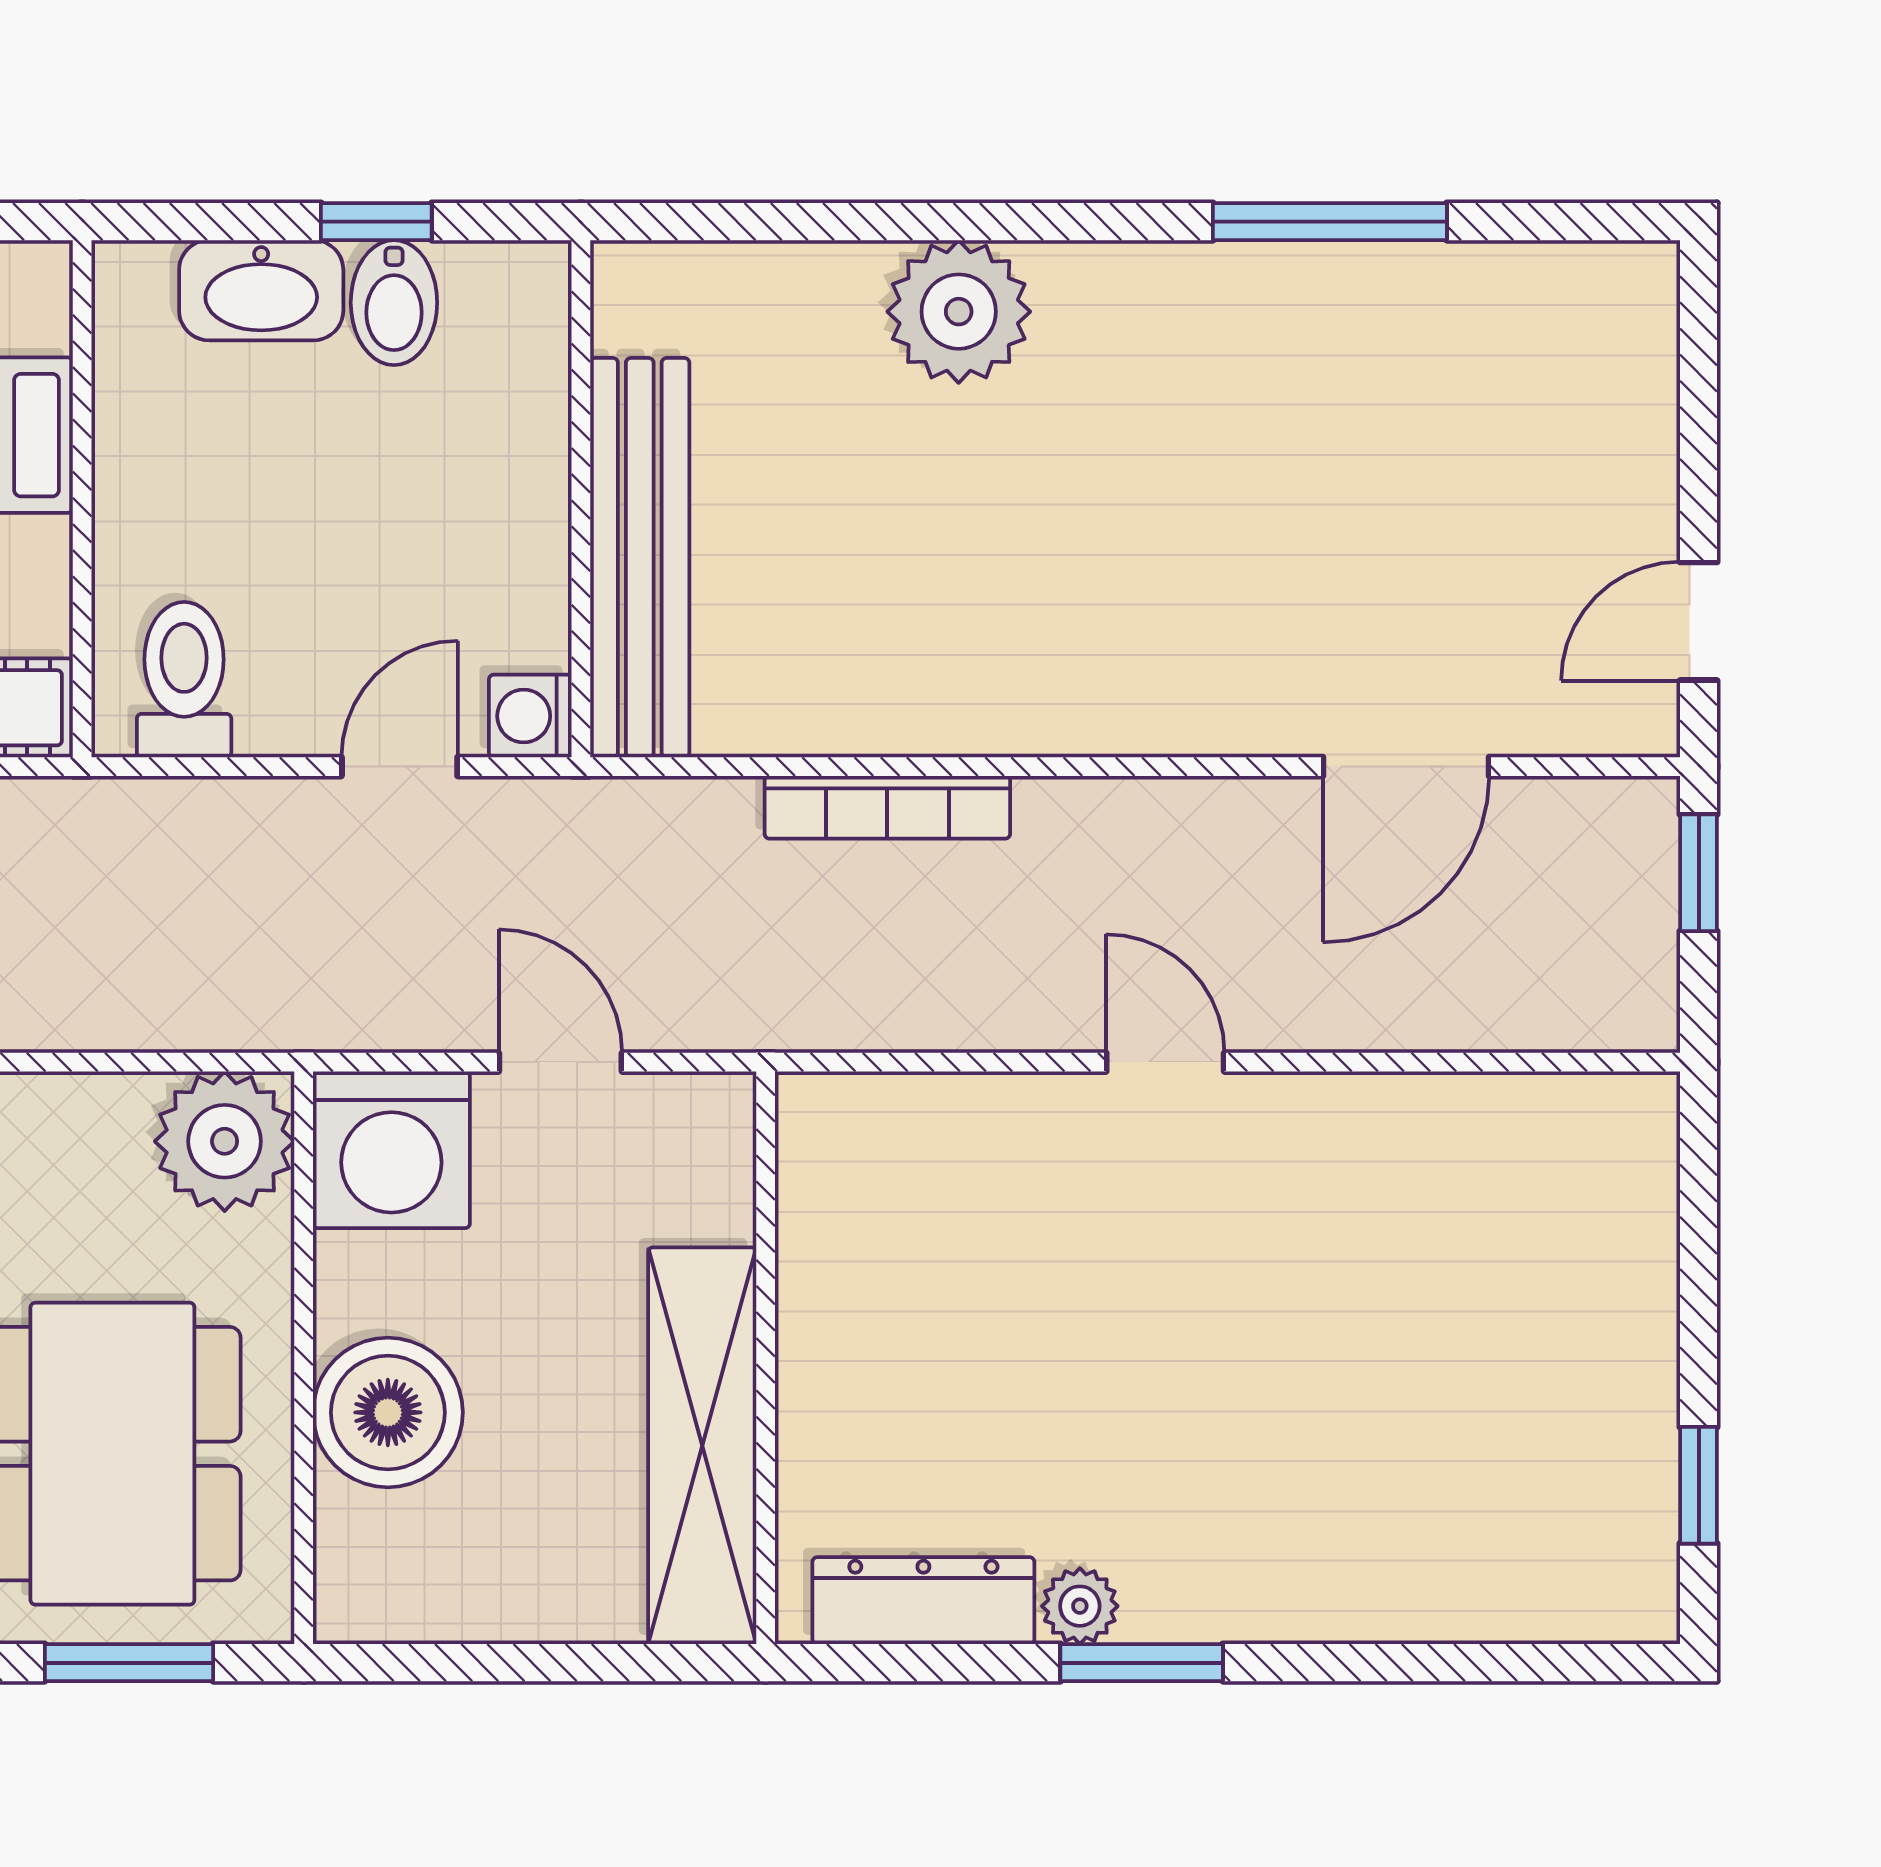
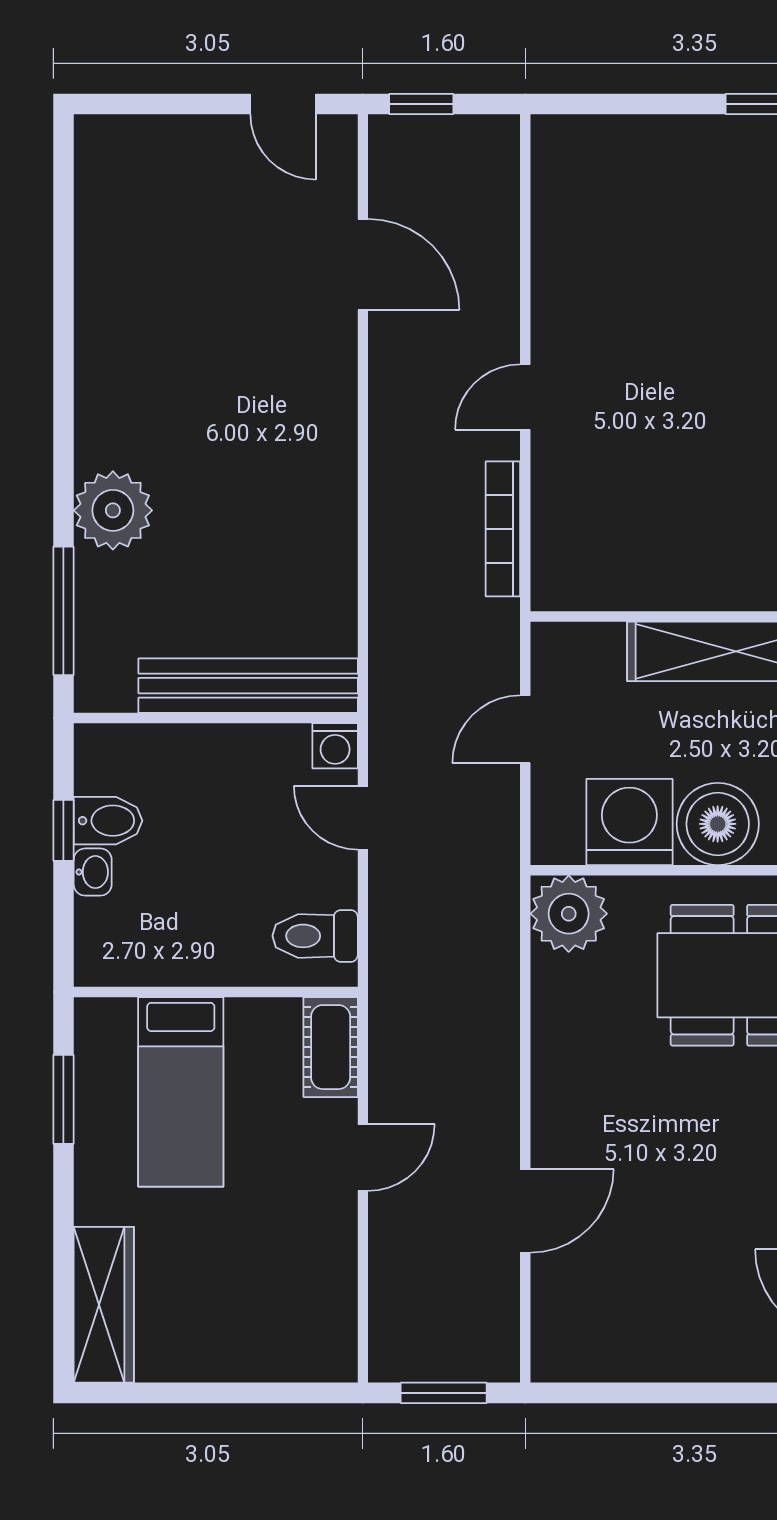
window: (1330, 222) -> (63, 611), moved
washbasin: (261, 290) -> (93, 872), width x0.52, depth x0.69
bookcase: (887, 807) -> (503, 529), moved, turned 180
washing machine: (391, 1150) -> (629, 822), moved, turned -90

